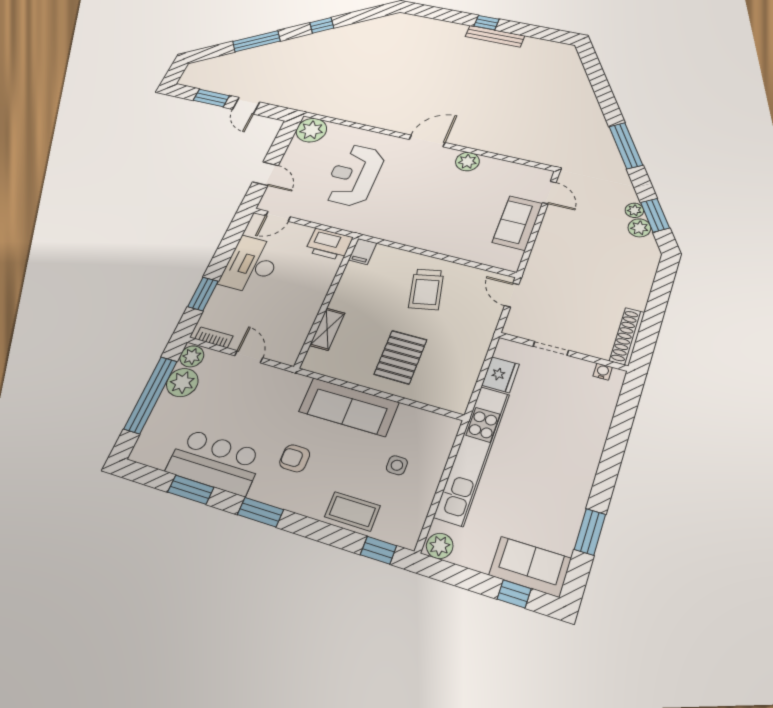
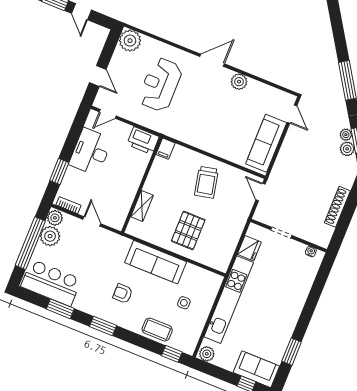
sofa: (517, 223) -> (266, 143), width x1.36
shoe rack: (627, 336) -> (337, 207), moved
bar counter: (215, 462) -> (51, 283), moved

